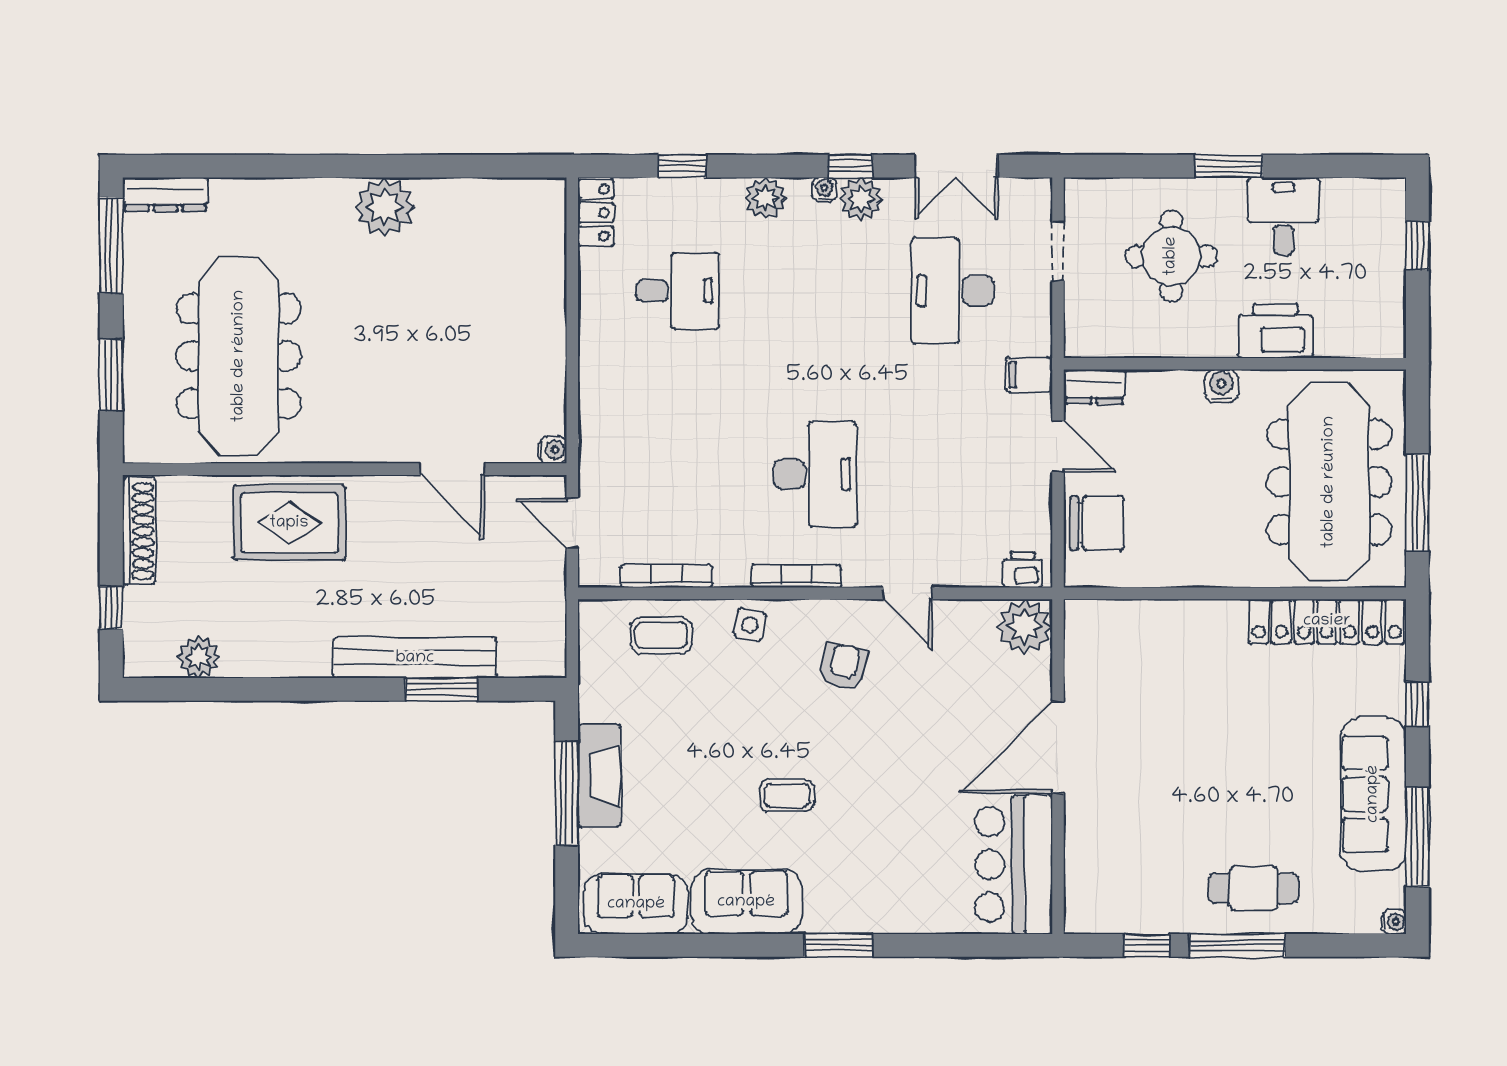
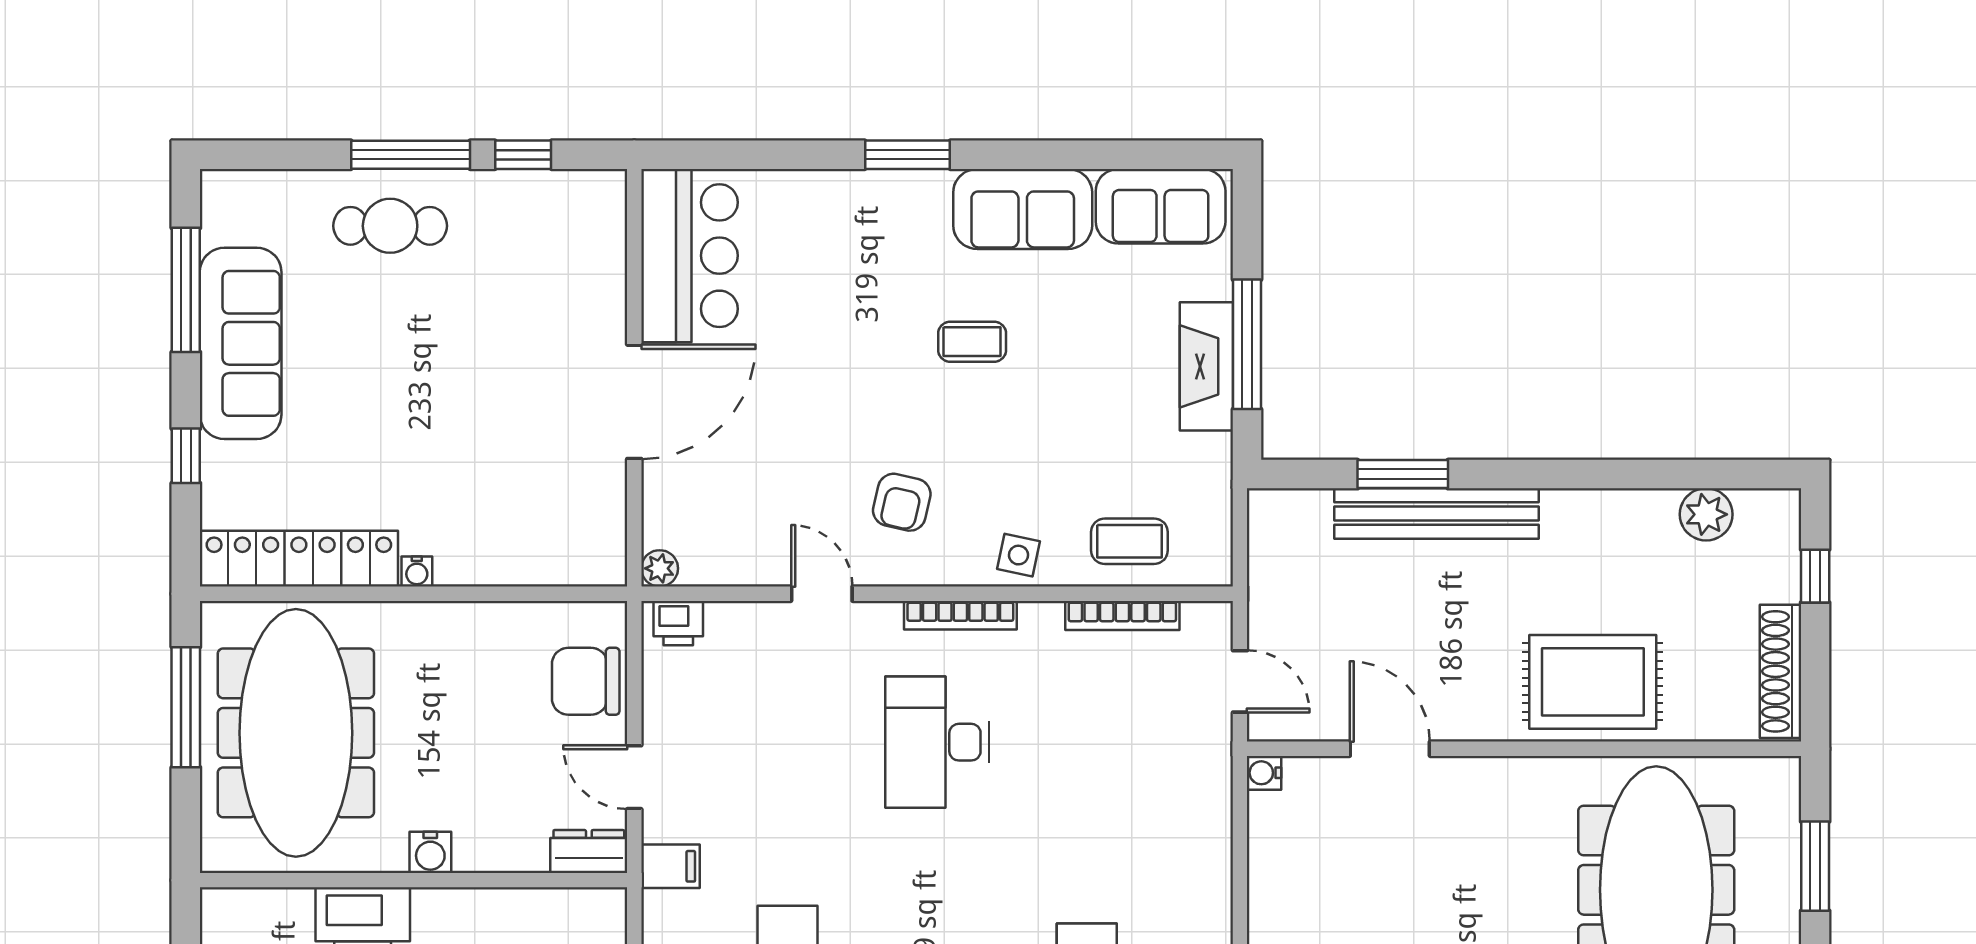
plant: (1025, 627) -> (660, 568), width x0.53, depth x0.53
water cooler: (1394, 922) -> (417, 572), moved, turned -90

